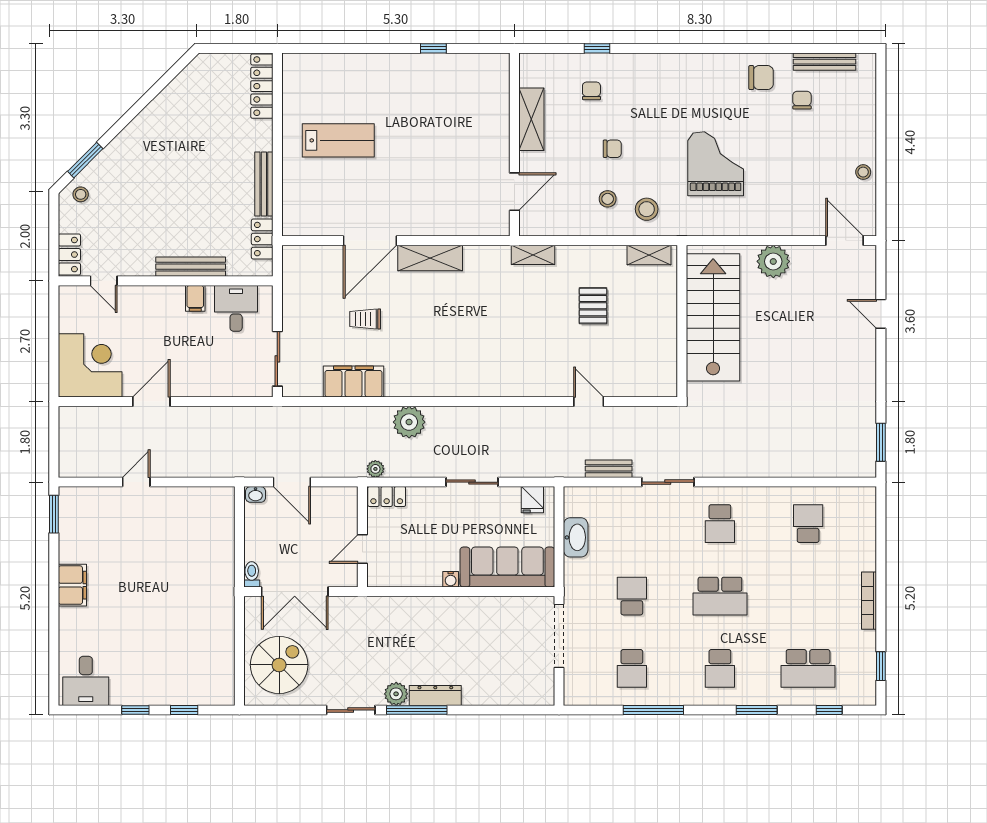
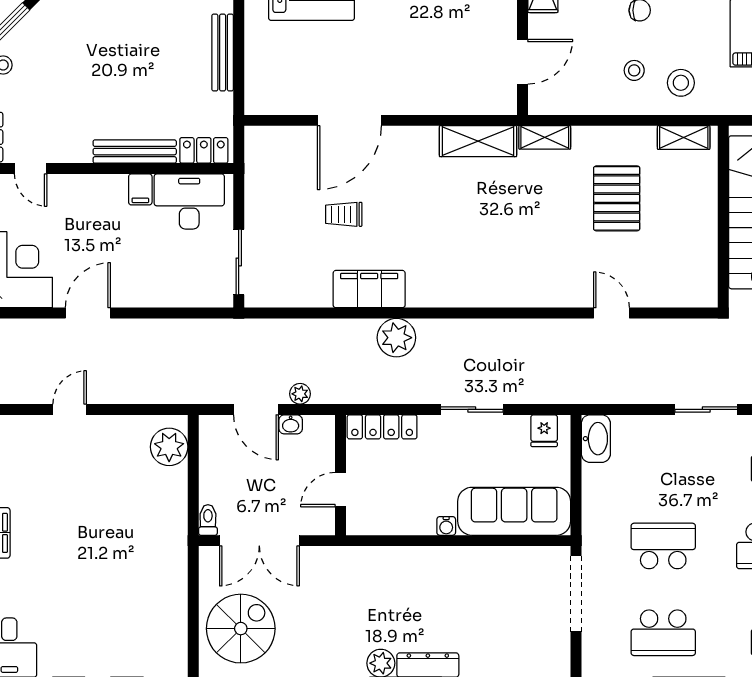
locker: (262, 239) -> (204, 150), moved, turned 90
shelving: (430, 258) -> (478, 141), moved
pallet: (593, 306) -> (617, 198), width x1.50, depth x1.42
desk: (236, 308) -> (189, 201), width x1.37
filing cabinet: (354, 381) -> (369, 289), moved
plant: (375, 469) -> (300, 394), moved
bench: (609, 469) -> (635, 394), removed
washbasin: (256, 494) -> (291, 424), moved
locker: (387, 497) -> (382, 427), width x1.53
plant: (219, 513) -> (169, 447), added
washbasin: (576, 537) -> (596, 439), moved
school desk: (632, 596) -> (663, 546), width x1.85
school desk: (632, 668) -> (663, 633), width x1.85

